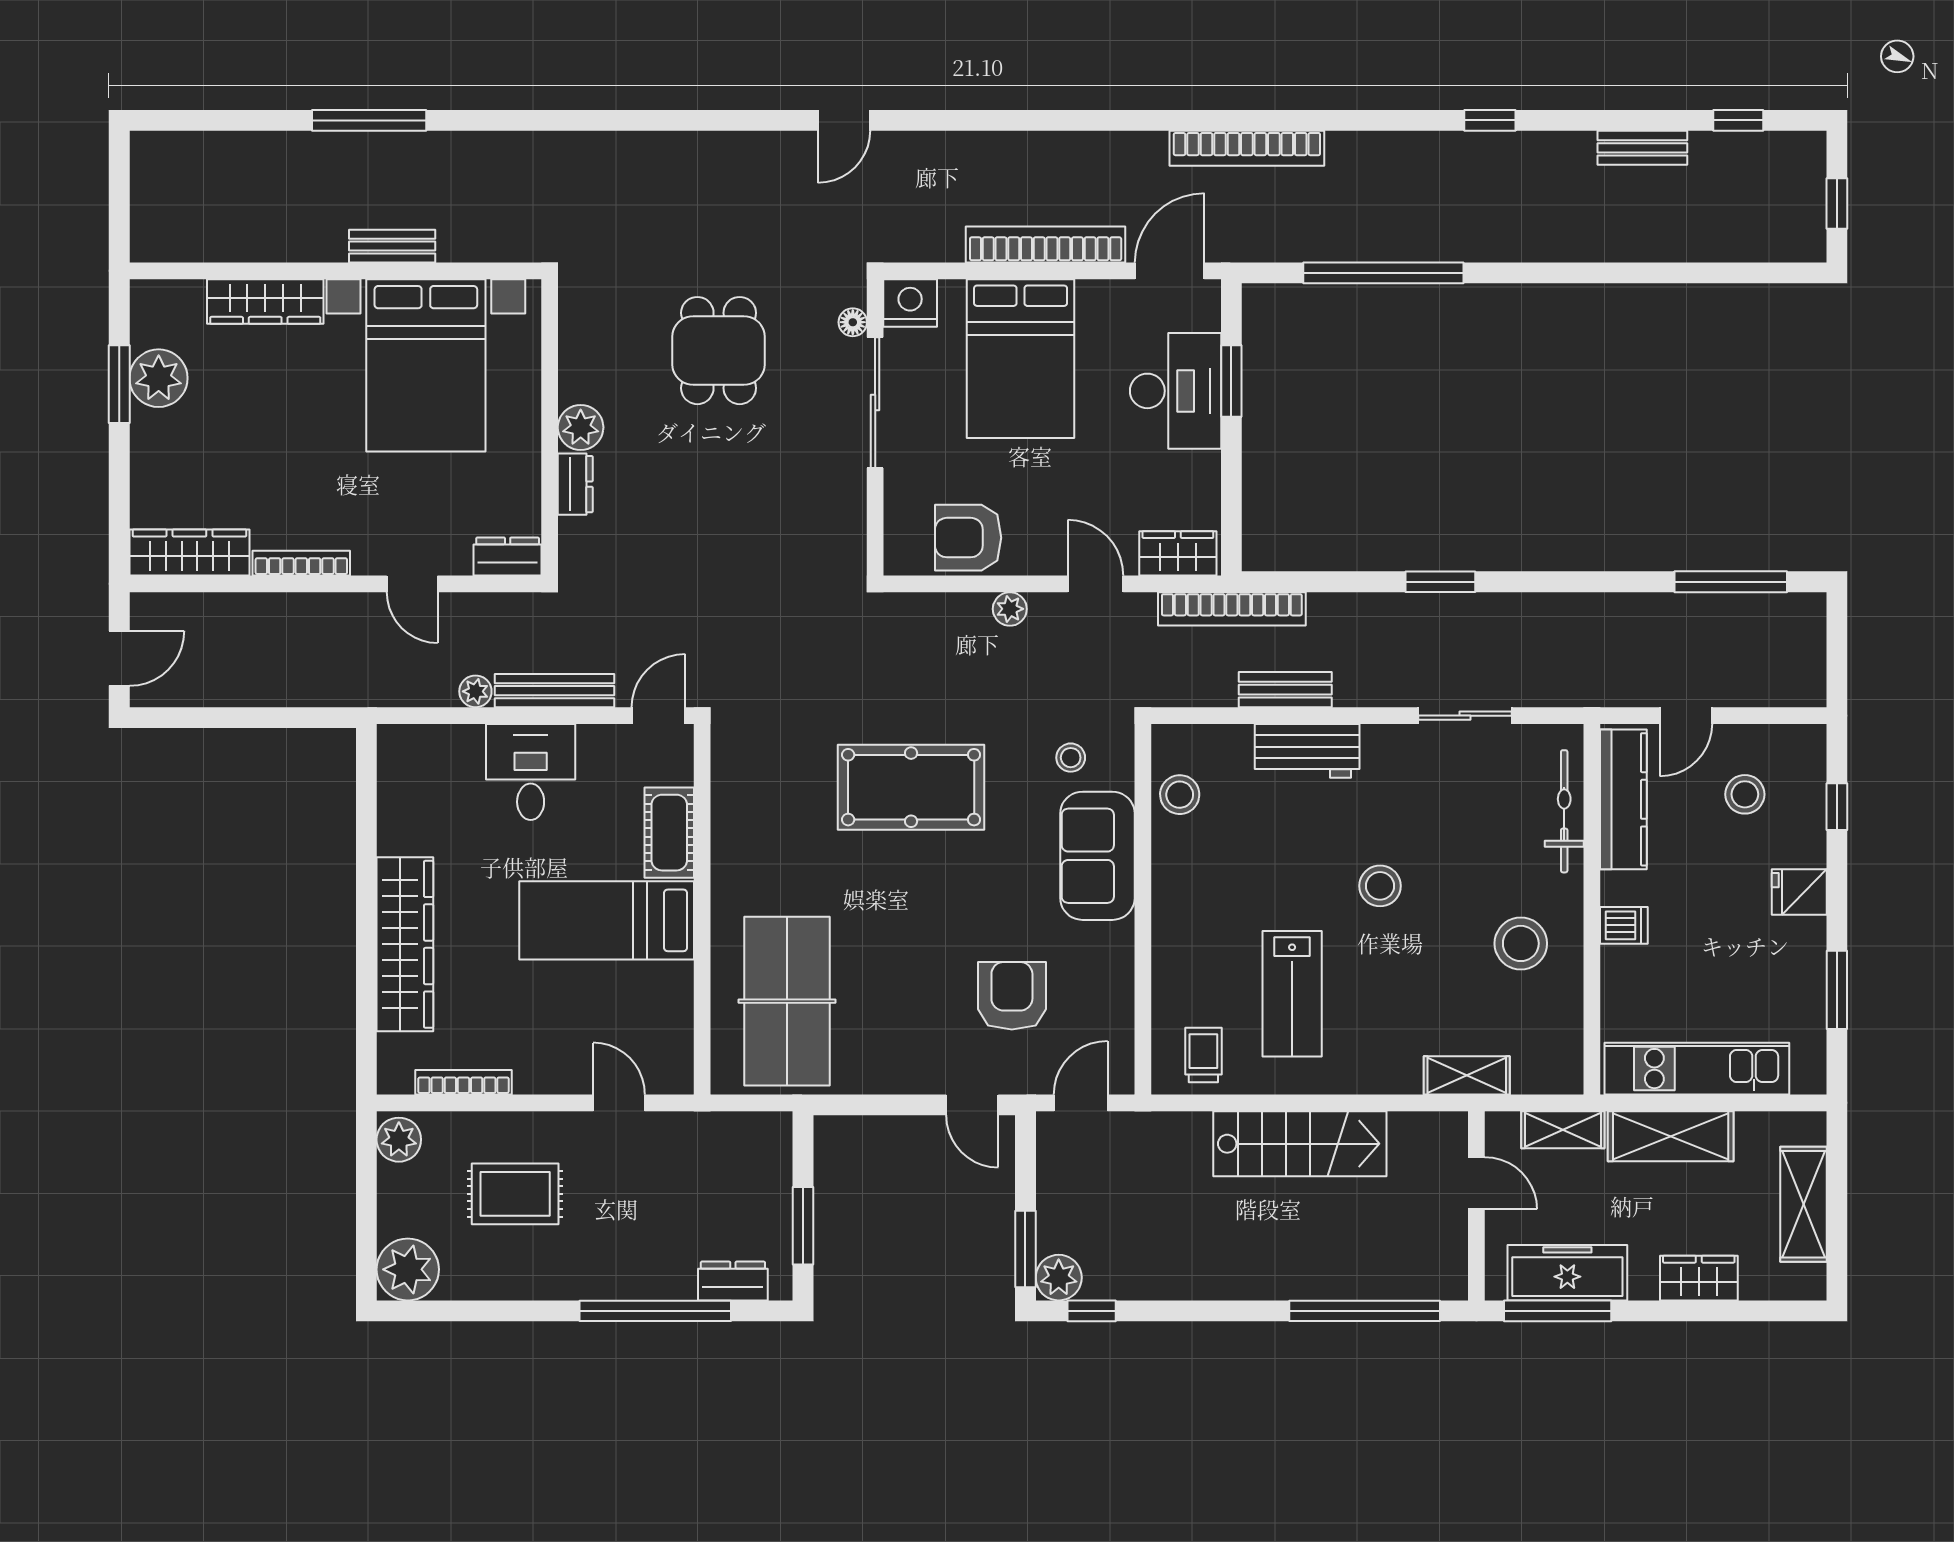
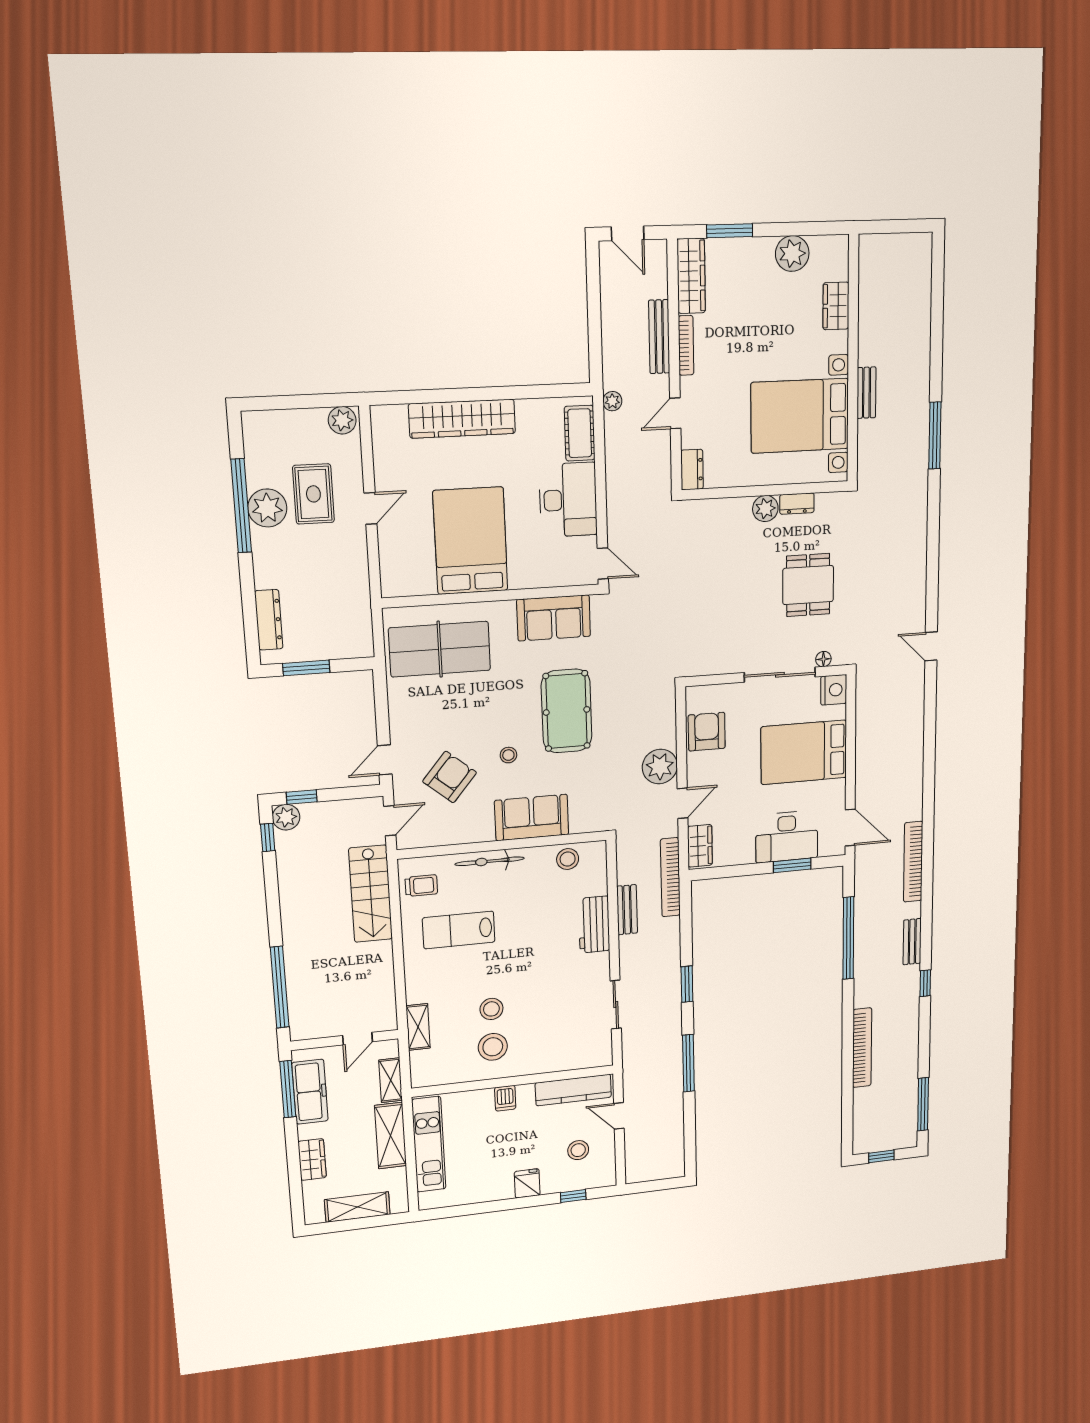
window: (369, 120) -> (935, 436), moved
window: (1738, 120) -> (923, 1104), width x2.17
bench: (1642, 148) -> (912, 942), moved
bookcase: (1046, 244) -> (862, 1048), moved
wardrobe: (265, 301) -> (836, 306), width x0.67
dining table: (719, 351) -> (808, 585), turned 90
window: (119, 384) -> (730, 231), moved
dresser: (575, 484) -> (797, 504), moved
window: (1731, 582) -> (688, 1063), moved
plant: (1010, 609) -> (660, 767), width x1.87, depth x1.87
plant: (475, 691) -> (612, 401), moved
bench: (554, 691) -> (659, 337), moved
stool: (1071, 758) -> (508, 755), moved
desk: (531, 772) -> (568, 500), width x1.37
sofa: (747, 804) -> (554, 618), added
bicycle: (1564, 811) -> (490, 861), moved, turned 180
cot: (669, 833) -> (580, 433), moved, turned 90
stool: (1380, 886) -> (491, 1009), moved
bed: (607, 920) -> (470, 541), width x1.50
window: (1837, 990) -> (475, 1209), removed
armchair: (1012, 996) -> (450, 777), turned -50
bookcase: (463, 1082) -> (380, 459), removed
door: (619, 1103) -> (370, 508), moved
door: (1081, 1103) -> (390, 821), hinge flipped
stairs: (1300, 1144) -> (371, 894), moved
window: (1025, 1249) -> (302, 797), width x0.67
plant: (408, 1269) -> (267, 508), moved
dresser: (733, 1281) -> (269, 620), width x1.44
window: (655, 1311) -> (241, 506), moved

